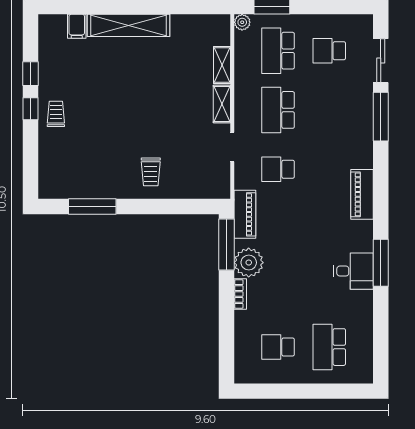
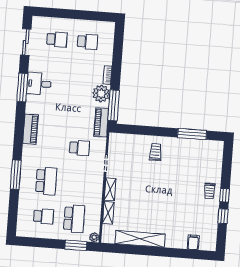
shelving: (128, 25) -> (140, 239), moved
sliding door: (381, 61) -> (26, 42), moved
school desk: (278, 110) -> (46, 181), moved
school desk: (329, 347) -> (57, 39), width x0.54

